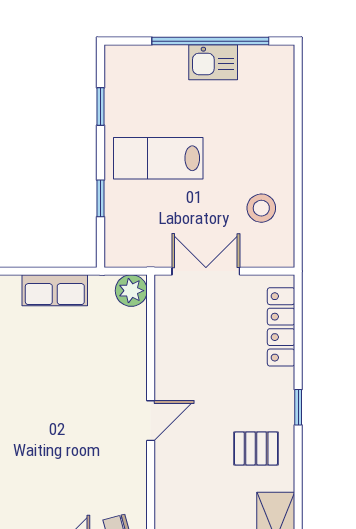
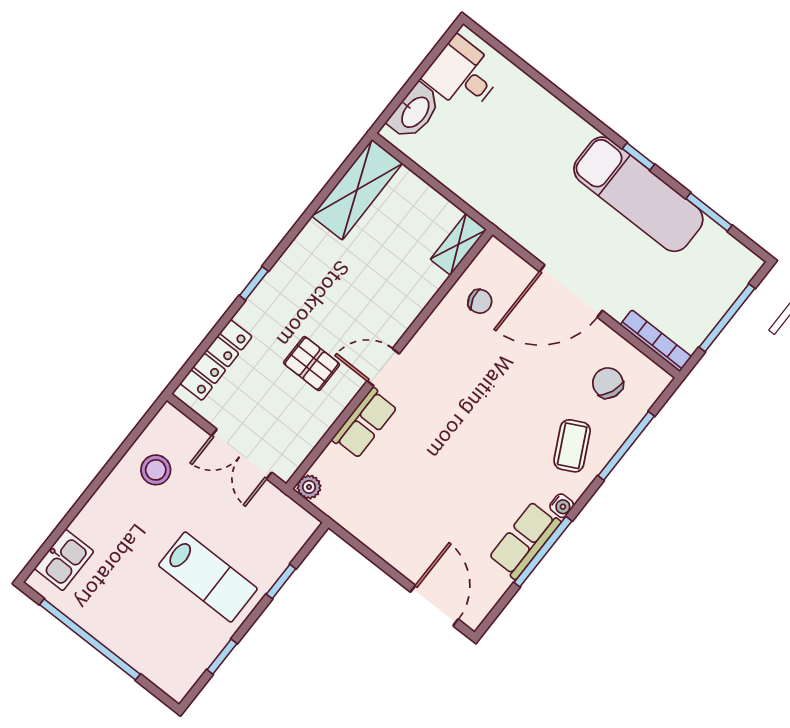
kitchen sink: (213, 62) -> (64, 560), moved, turned 90
row of seats: (55, 290) -> (365, 423), moved, turned 90
plant: (131, 291) -> (309, 487), width x0.73, depth x0.73
pallet: (256, 448) -> (312, 364), moved

